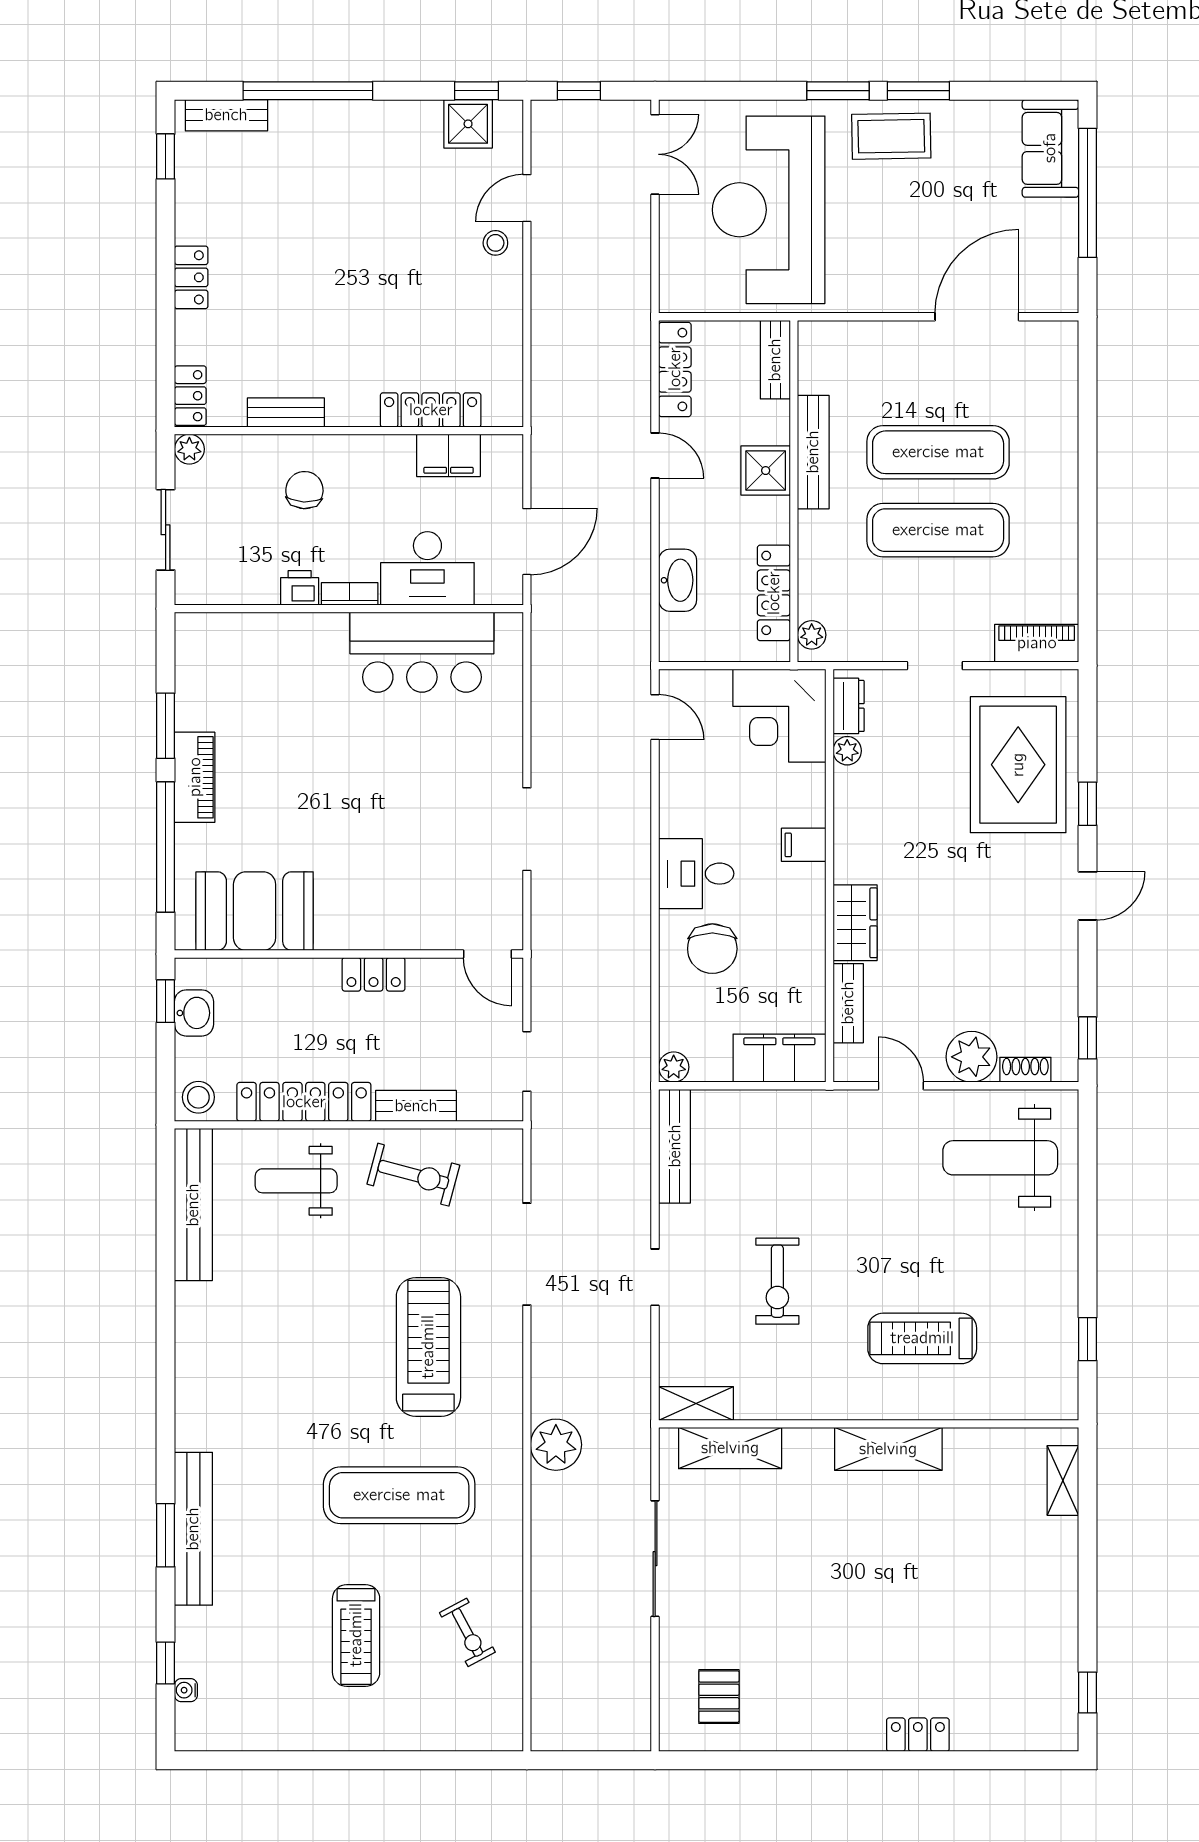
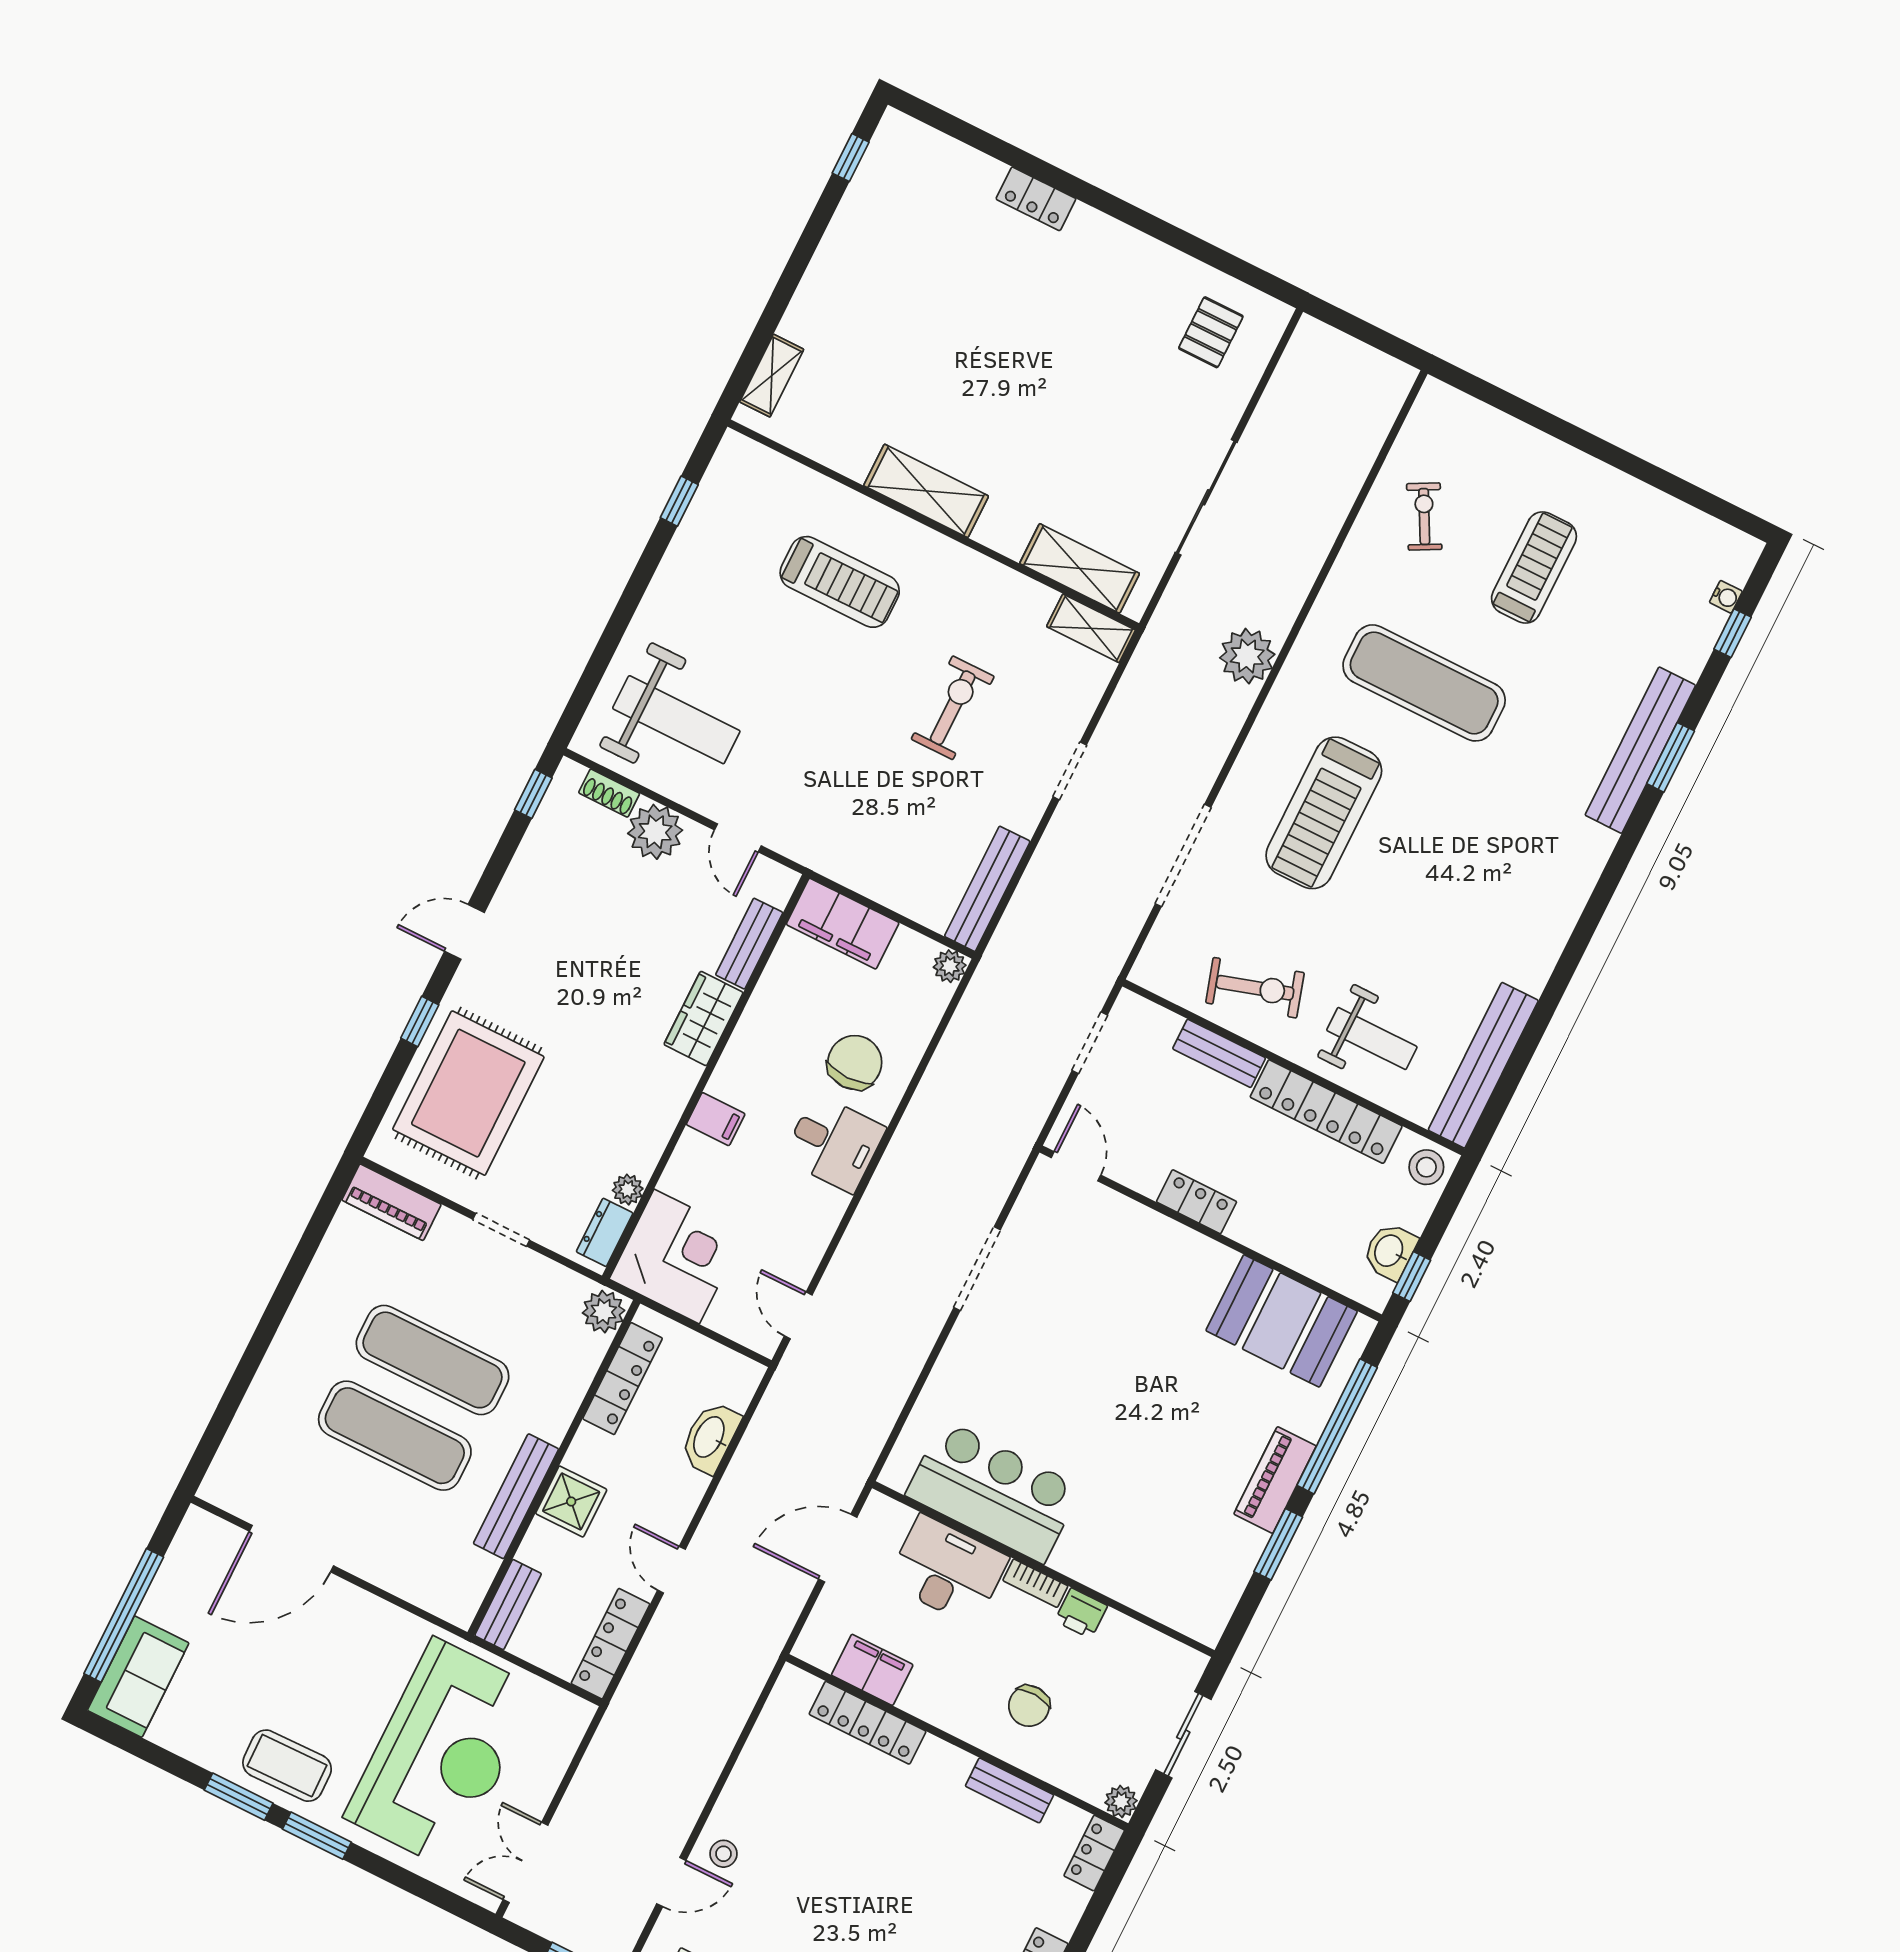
plant: (812, 635) -> (604, 1312), width x1.38, depth x1.38
exercise bike: (413, 1175) -> (1255, 988), turned 148

